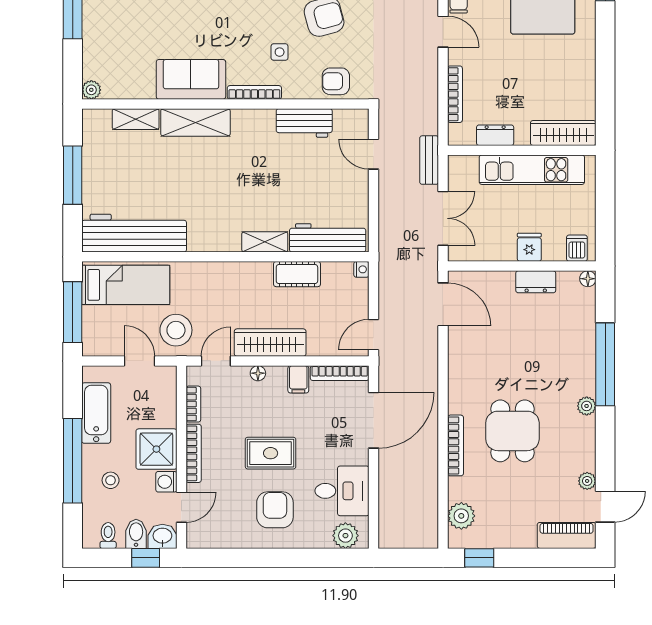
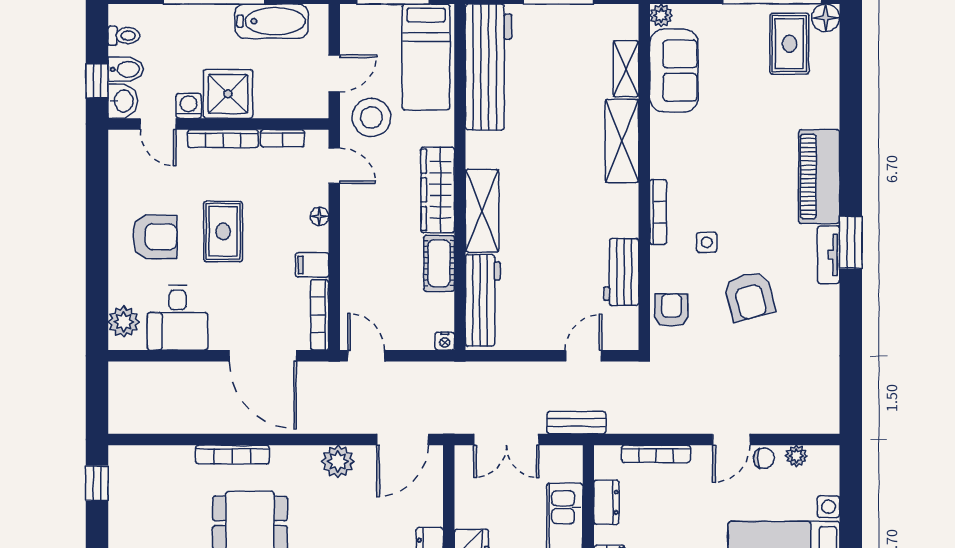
sofa: (191, 79) -> (674, 71), moved
shelving: (265, 242) -> (482, 211), width x1.50, depth x1.33
wardrobe: (270, 343) -> (438, 190), moved, turned 180
stool: (111, 480) -> (190, 39), removed
plant: (461, 516) -> (338, 461), moved

